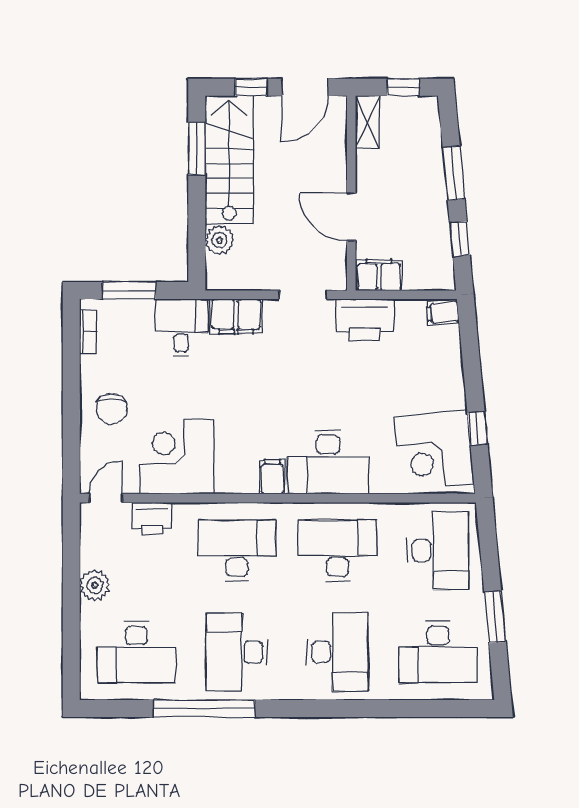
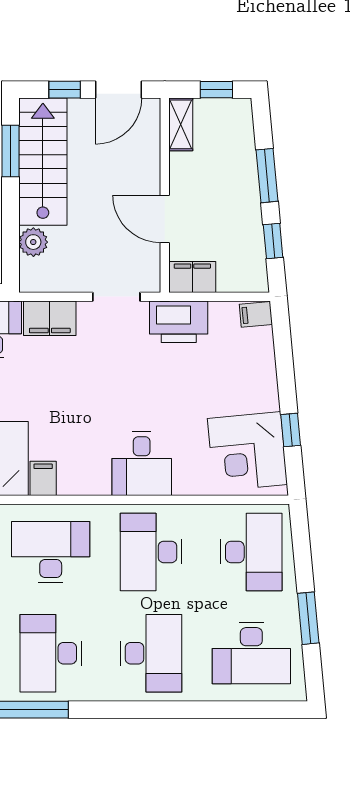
desk: (328, 462) -> (142, 464), width x0.73
filing cabinet: (272, 477) -> (43, 478), moved
desk: (337, 551) -> (151, 552), turned -90

